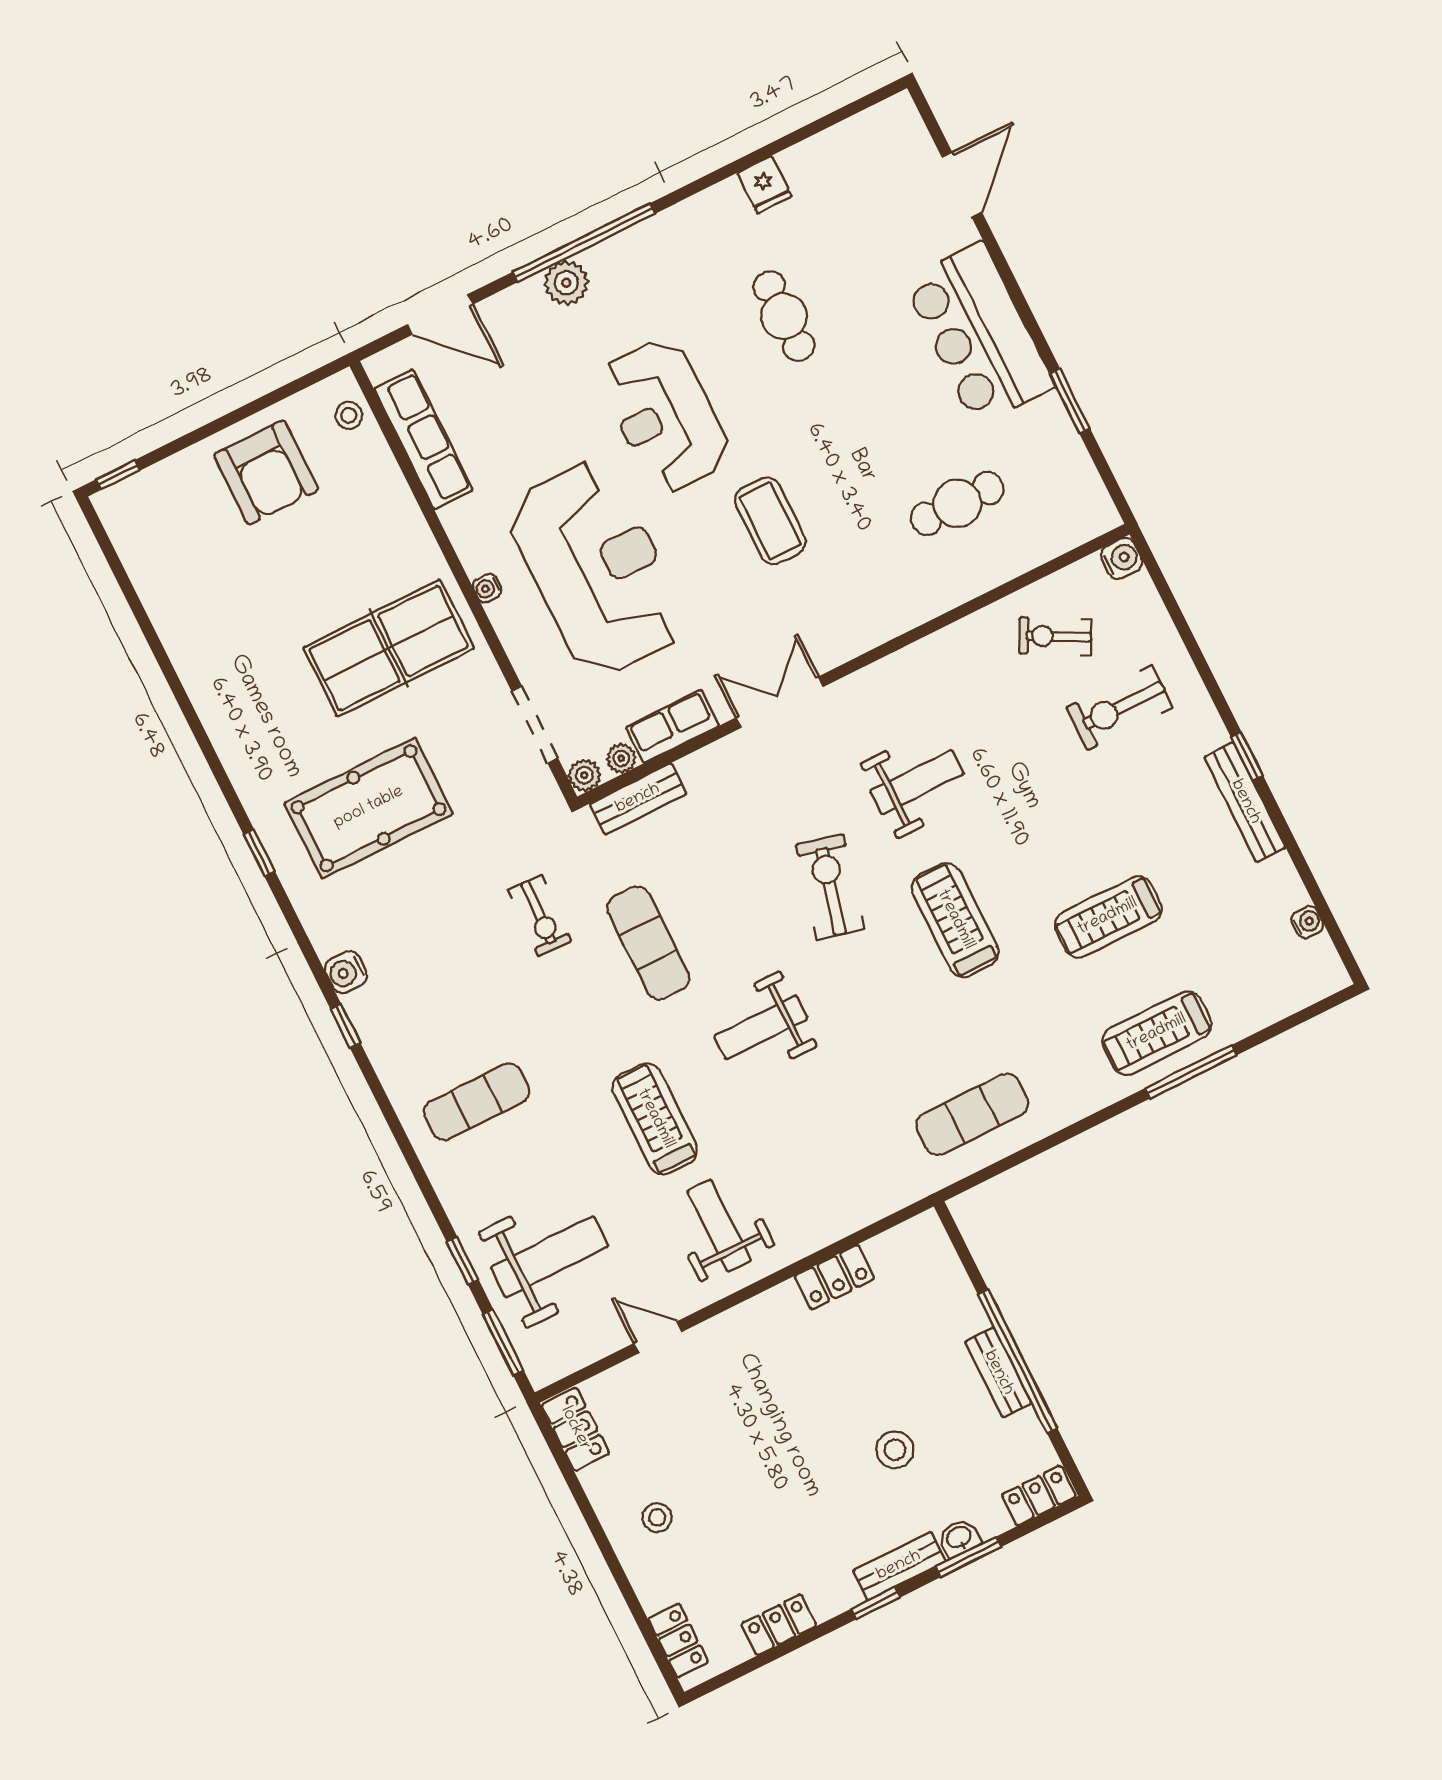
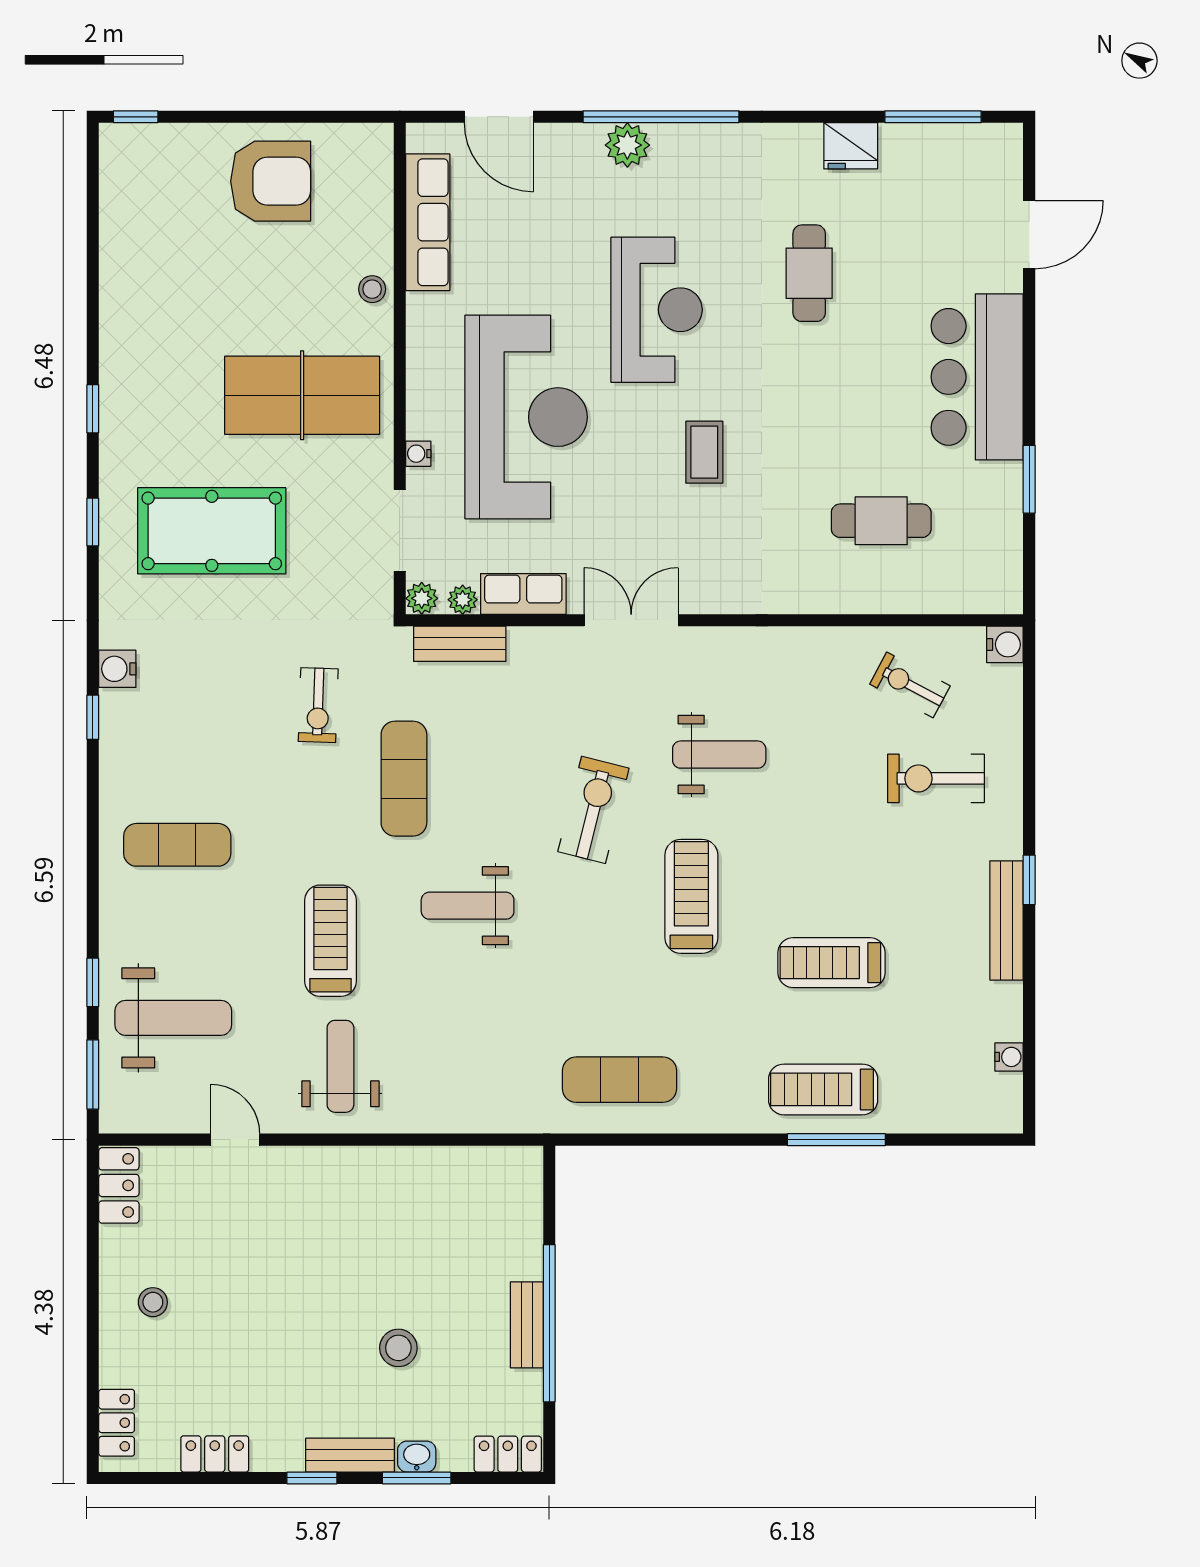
window: (825, 123) -> (933, 117), added
fridge: (765, 185) -> (851, 146), width x1.38
stool: (349, 415) -> (372, 289), moved
reception desk: (665, 416) -> (657, 310), turned 180
armchair: (266, 472) -> (271, 181), turned -90
coffee table: (770, 521) -> (704, 452), width x0.73, depth x0.77
water cooler: (487, 588) -> (418, 454), moved
window: (209, 753) -> (93, 409), added
locker: (835, 1277) -> (422, 1165), removed

